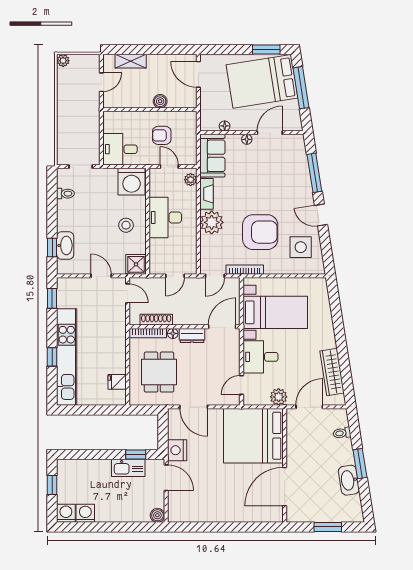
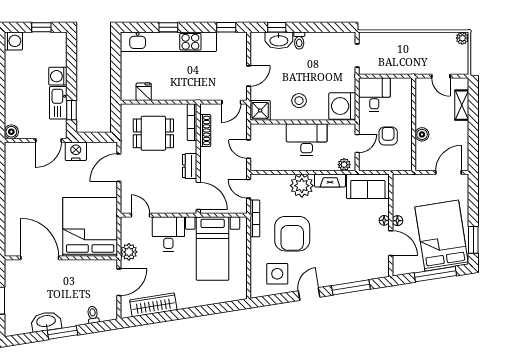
floor lamp: (225, 126) -> (397, 221), moved
toilet: (65, 194) -> (299, 41), moved
floor lamp: (173, 333) -> (192, 147), removed
door: (309, 407) -> (119, 282), hinge flipped
washing machine: (85, 513) -> (58, 76), moved, turned 180

